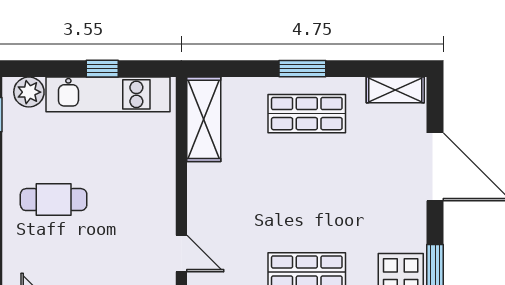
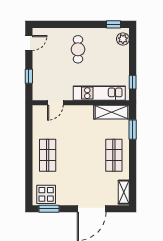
window: (102, 69) -> (133, 82), moved
window: (302, 69) -> (133, 130), moved
kitchen unit: (108, 94) -> (99, 93), moved, turned 90

